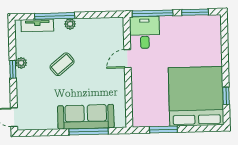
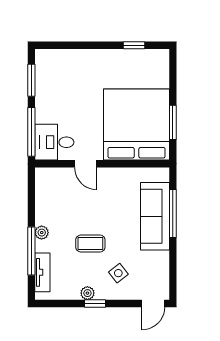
coffee table: (62, 64) -> (90, 244), turned -51
side table: (38, 88) -> (118, 273), added
bed: (196, 96) -> (137, 125), moved, turned 90

